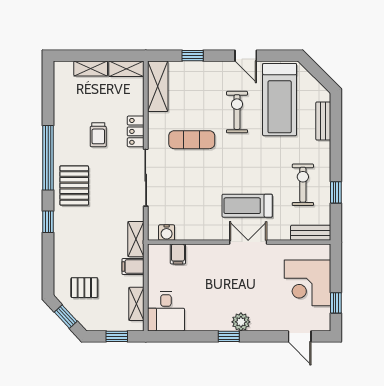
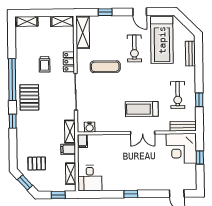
shelving: (91, 68) -> (27, 21), moved
exercise bike: (237, 112) -> (134, 48), turned 180
exercise bike: (303, 185) -> (178, 95), turned 180
double door: (248, 242) -> (143, 133), swing flipped
filing cabinet: (178, 254) -> (82, 141), moved
corner desk: (307, 283) -> (181, 148), moved
window: (336, 303) -> (200, 158), moved
plant: (241, 322) -> (139, 184), removed

